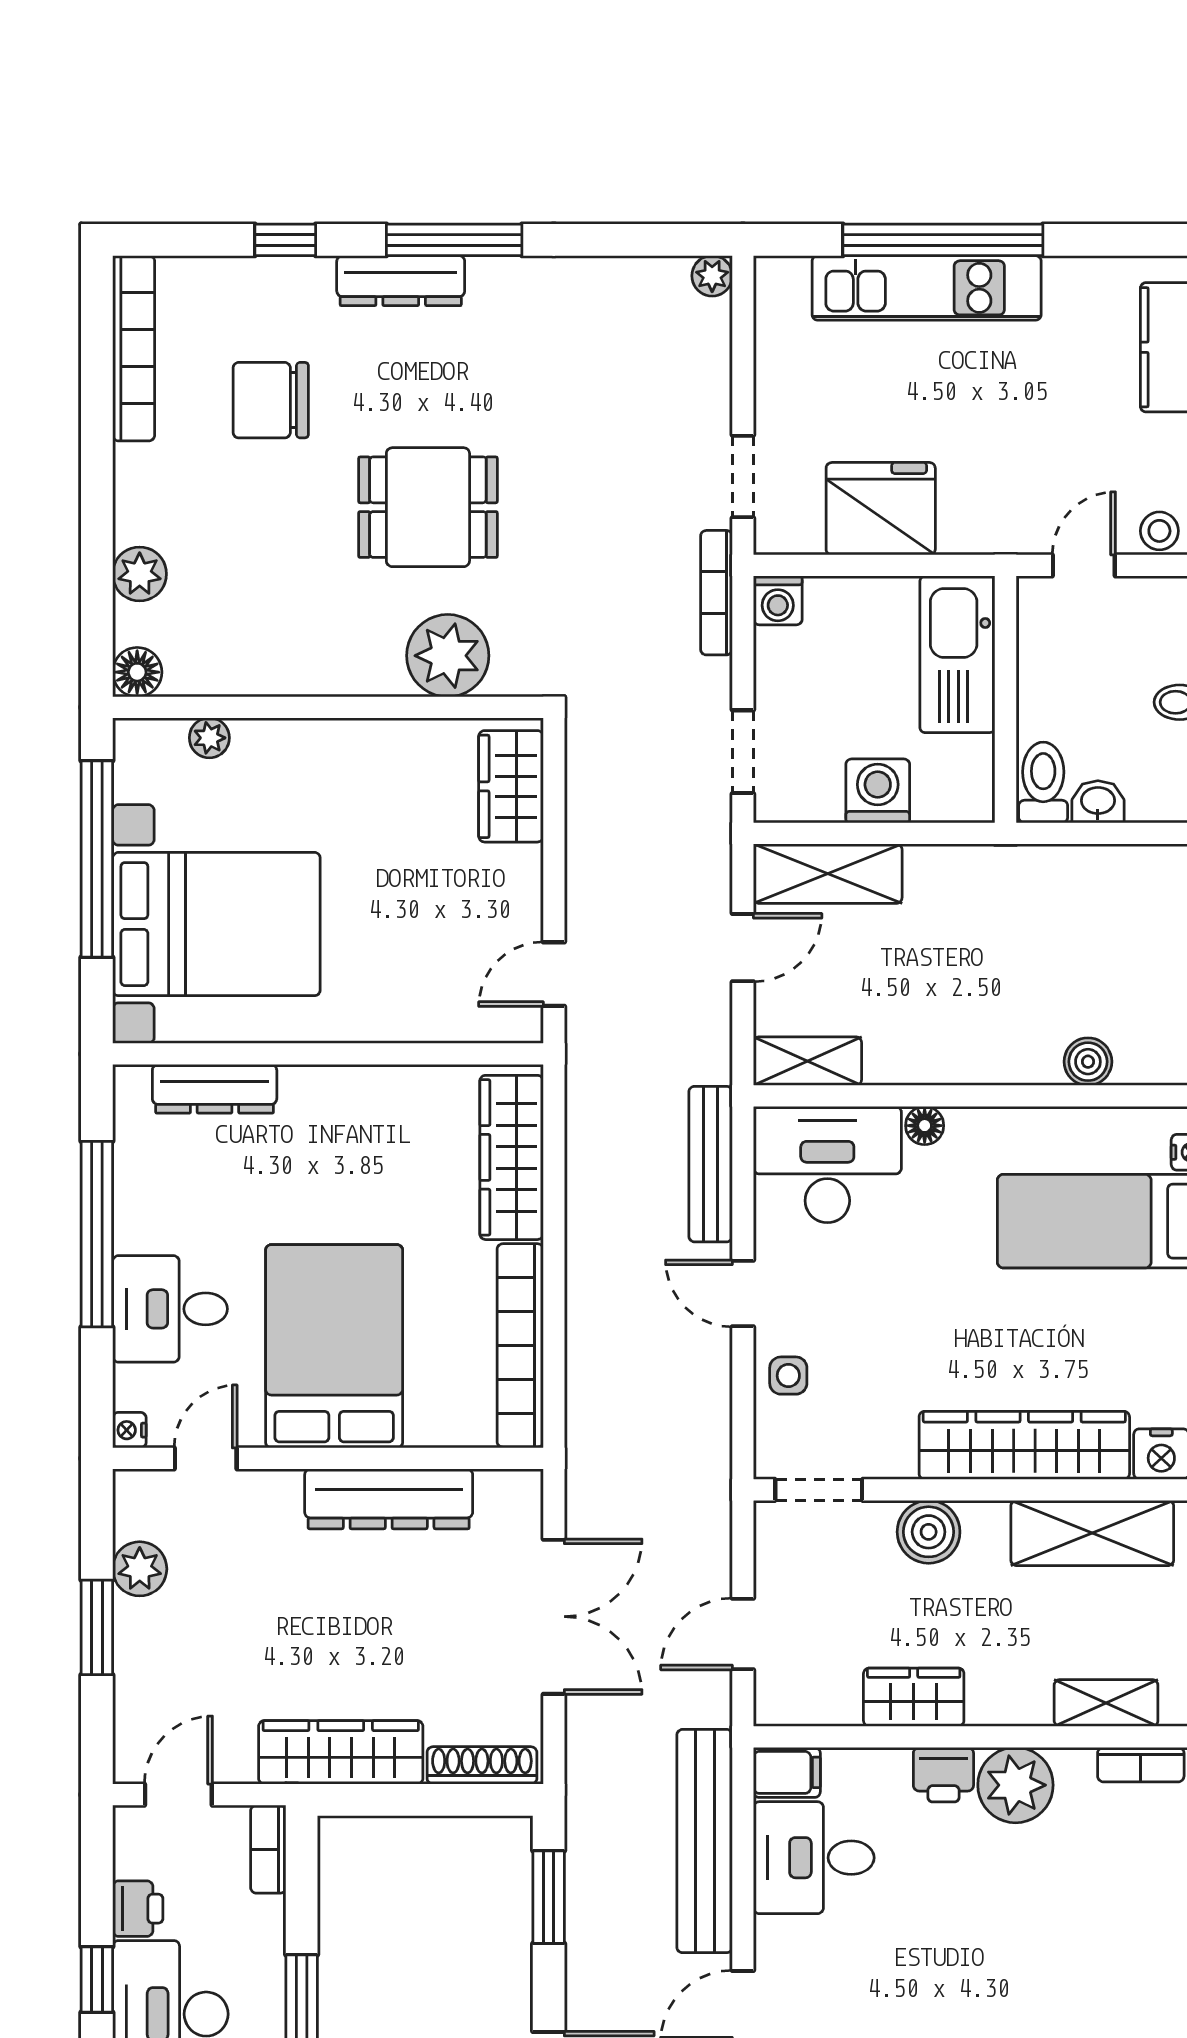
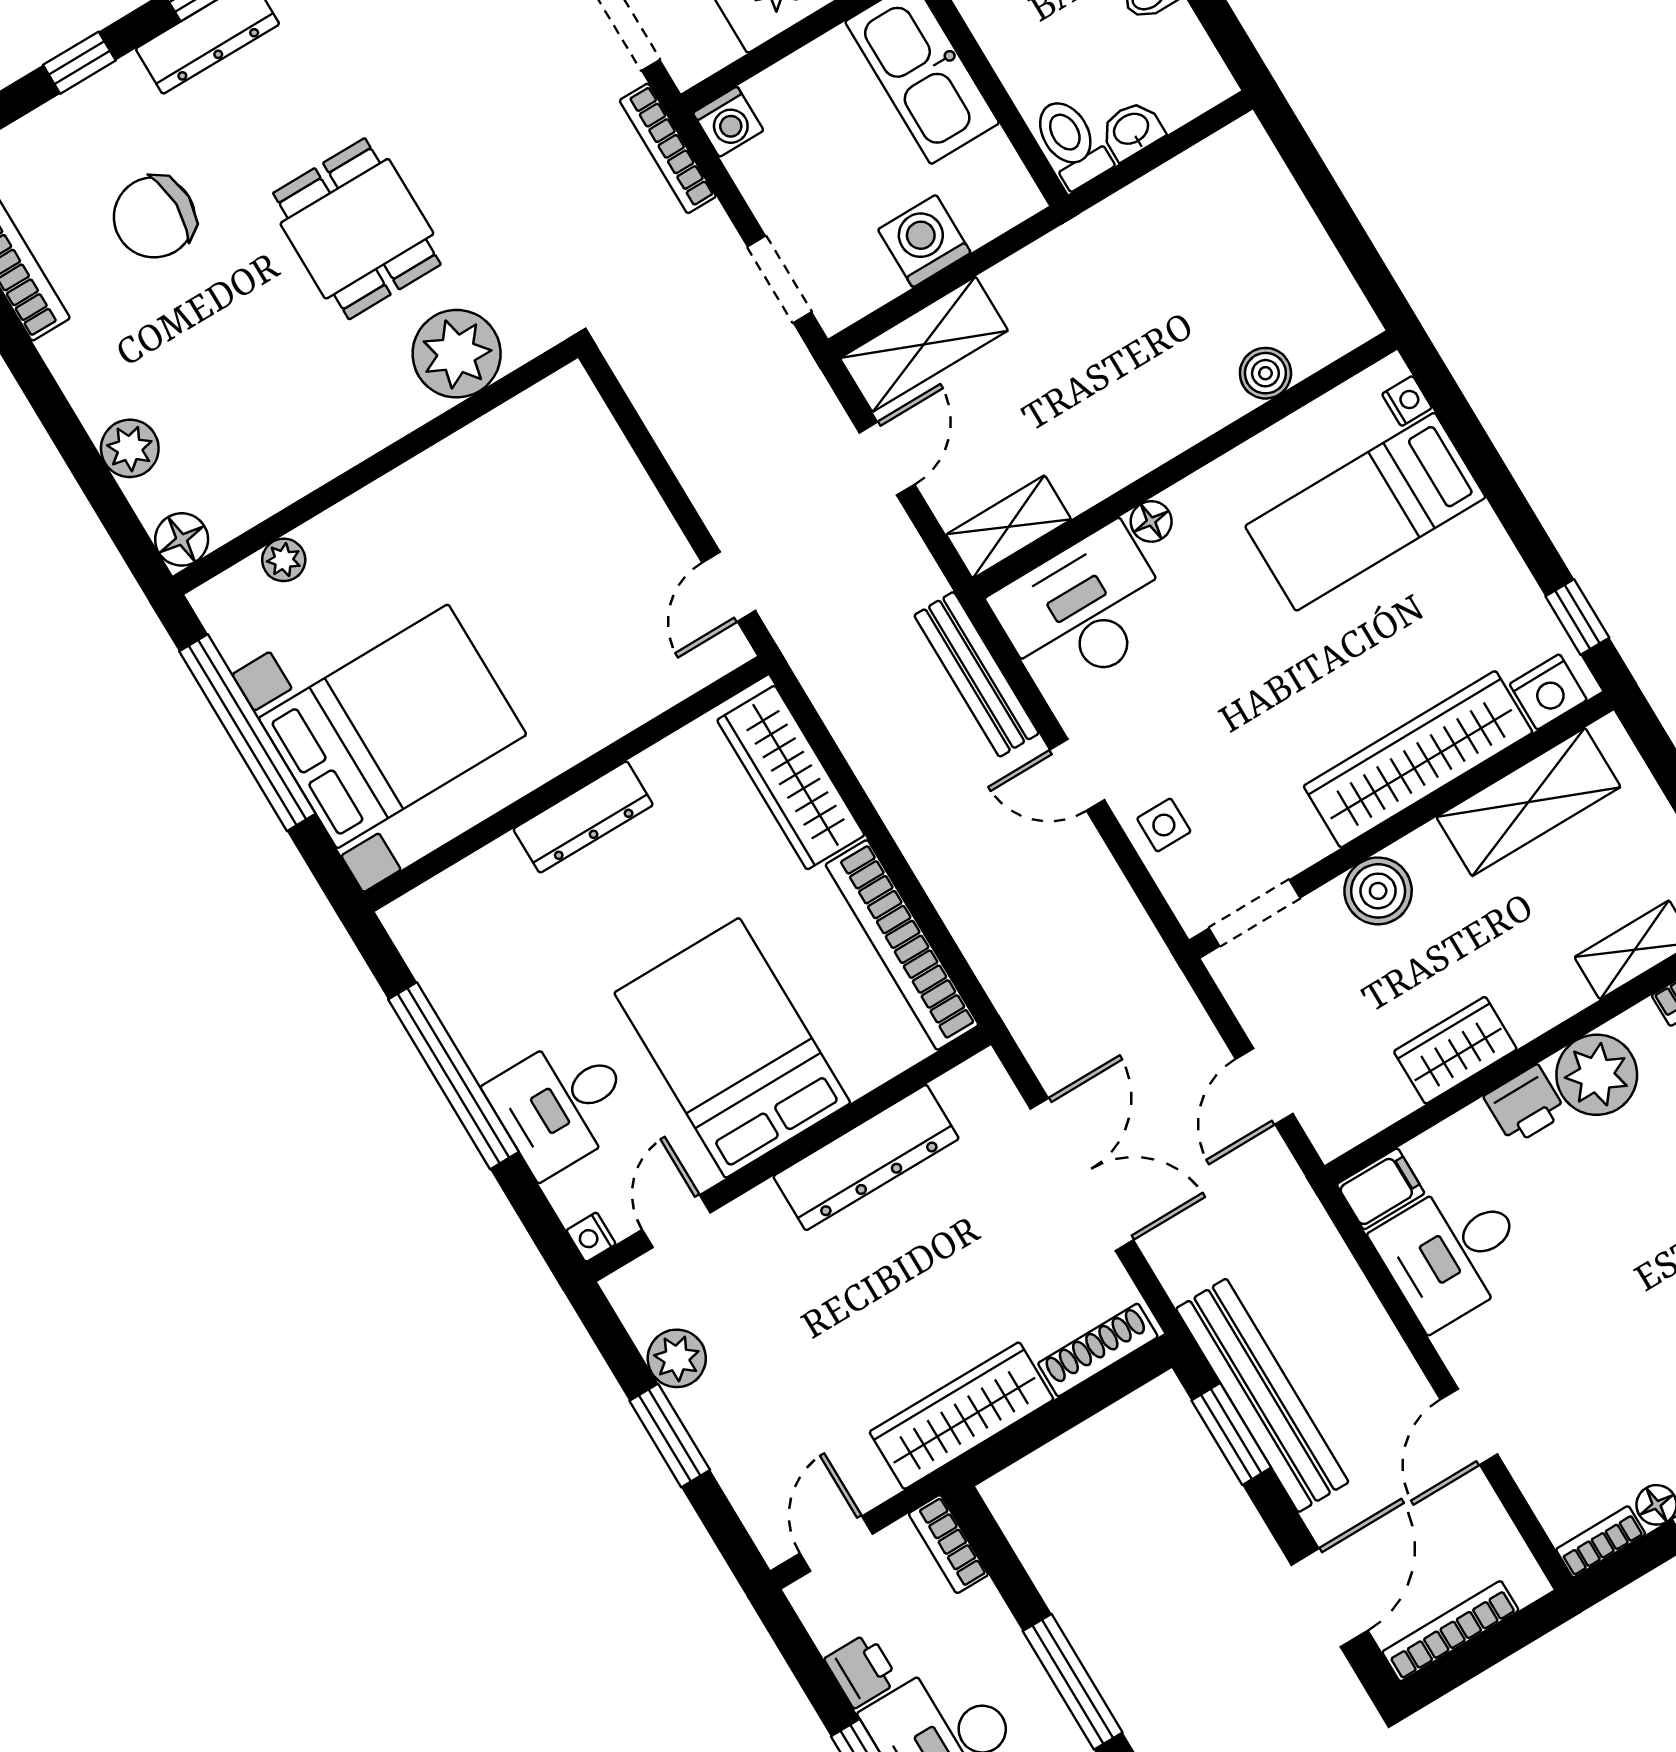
dining table: (428, 507) -> (357, 229), turned 90
wardrobe: (511, 786) -> (586, 438), removed
dresser: (215, 1089) -> (583, 817), moved
bench: (705, 1841) -> (1262, 1395), moved

